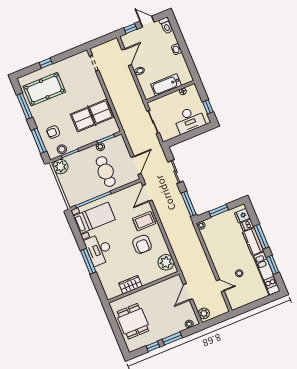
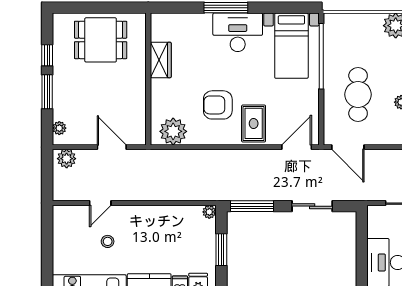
cafe table: (106, 172) -> (358, 94), turned 90
door: (147, 193) -> (297, 147), hinge flipped

